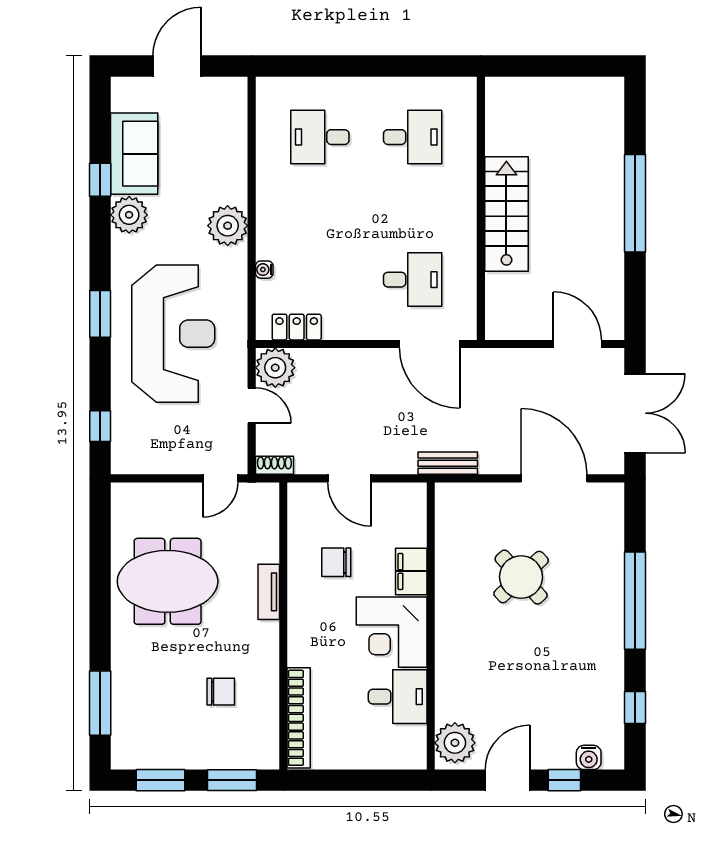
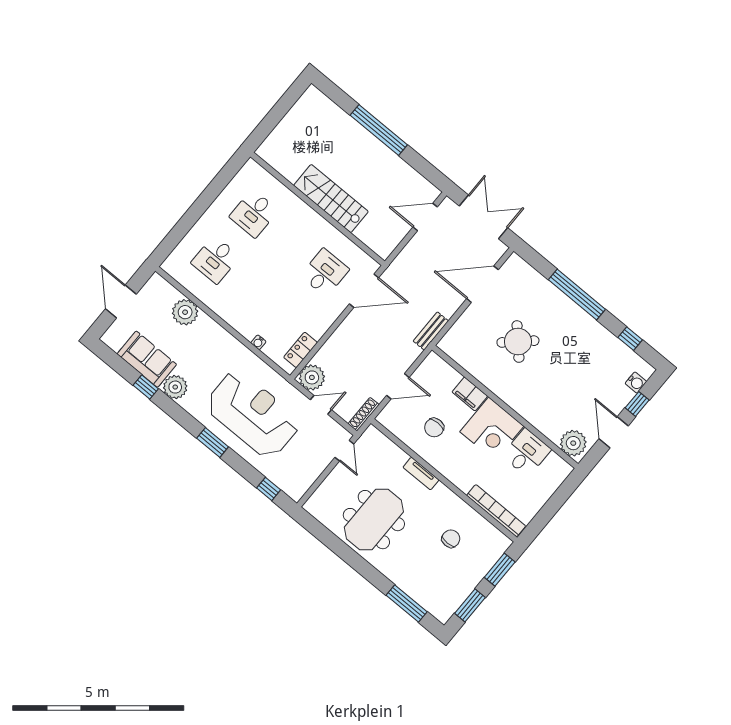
desk: (413, 137) -> (254, 214), turned 180
plant: (228, 226) -> (185, 312), moved
shoe rack: (274, 465) -> (364, 414), width x1.43

